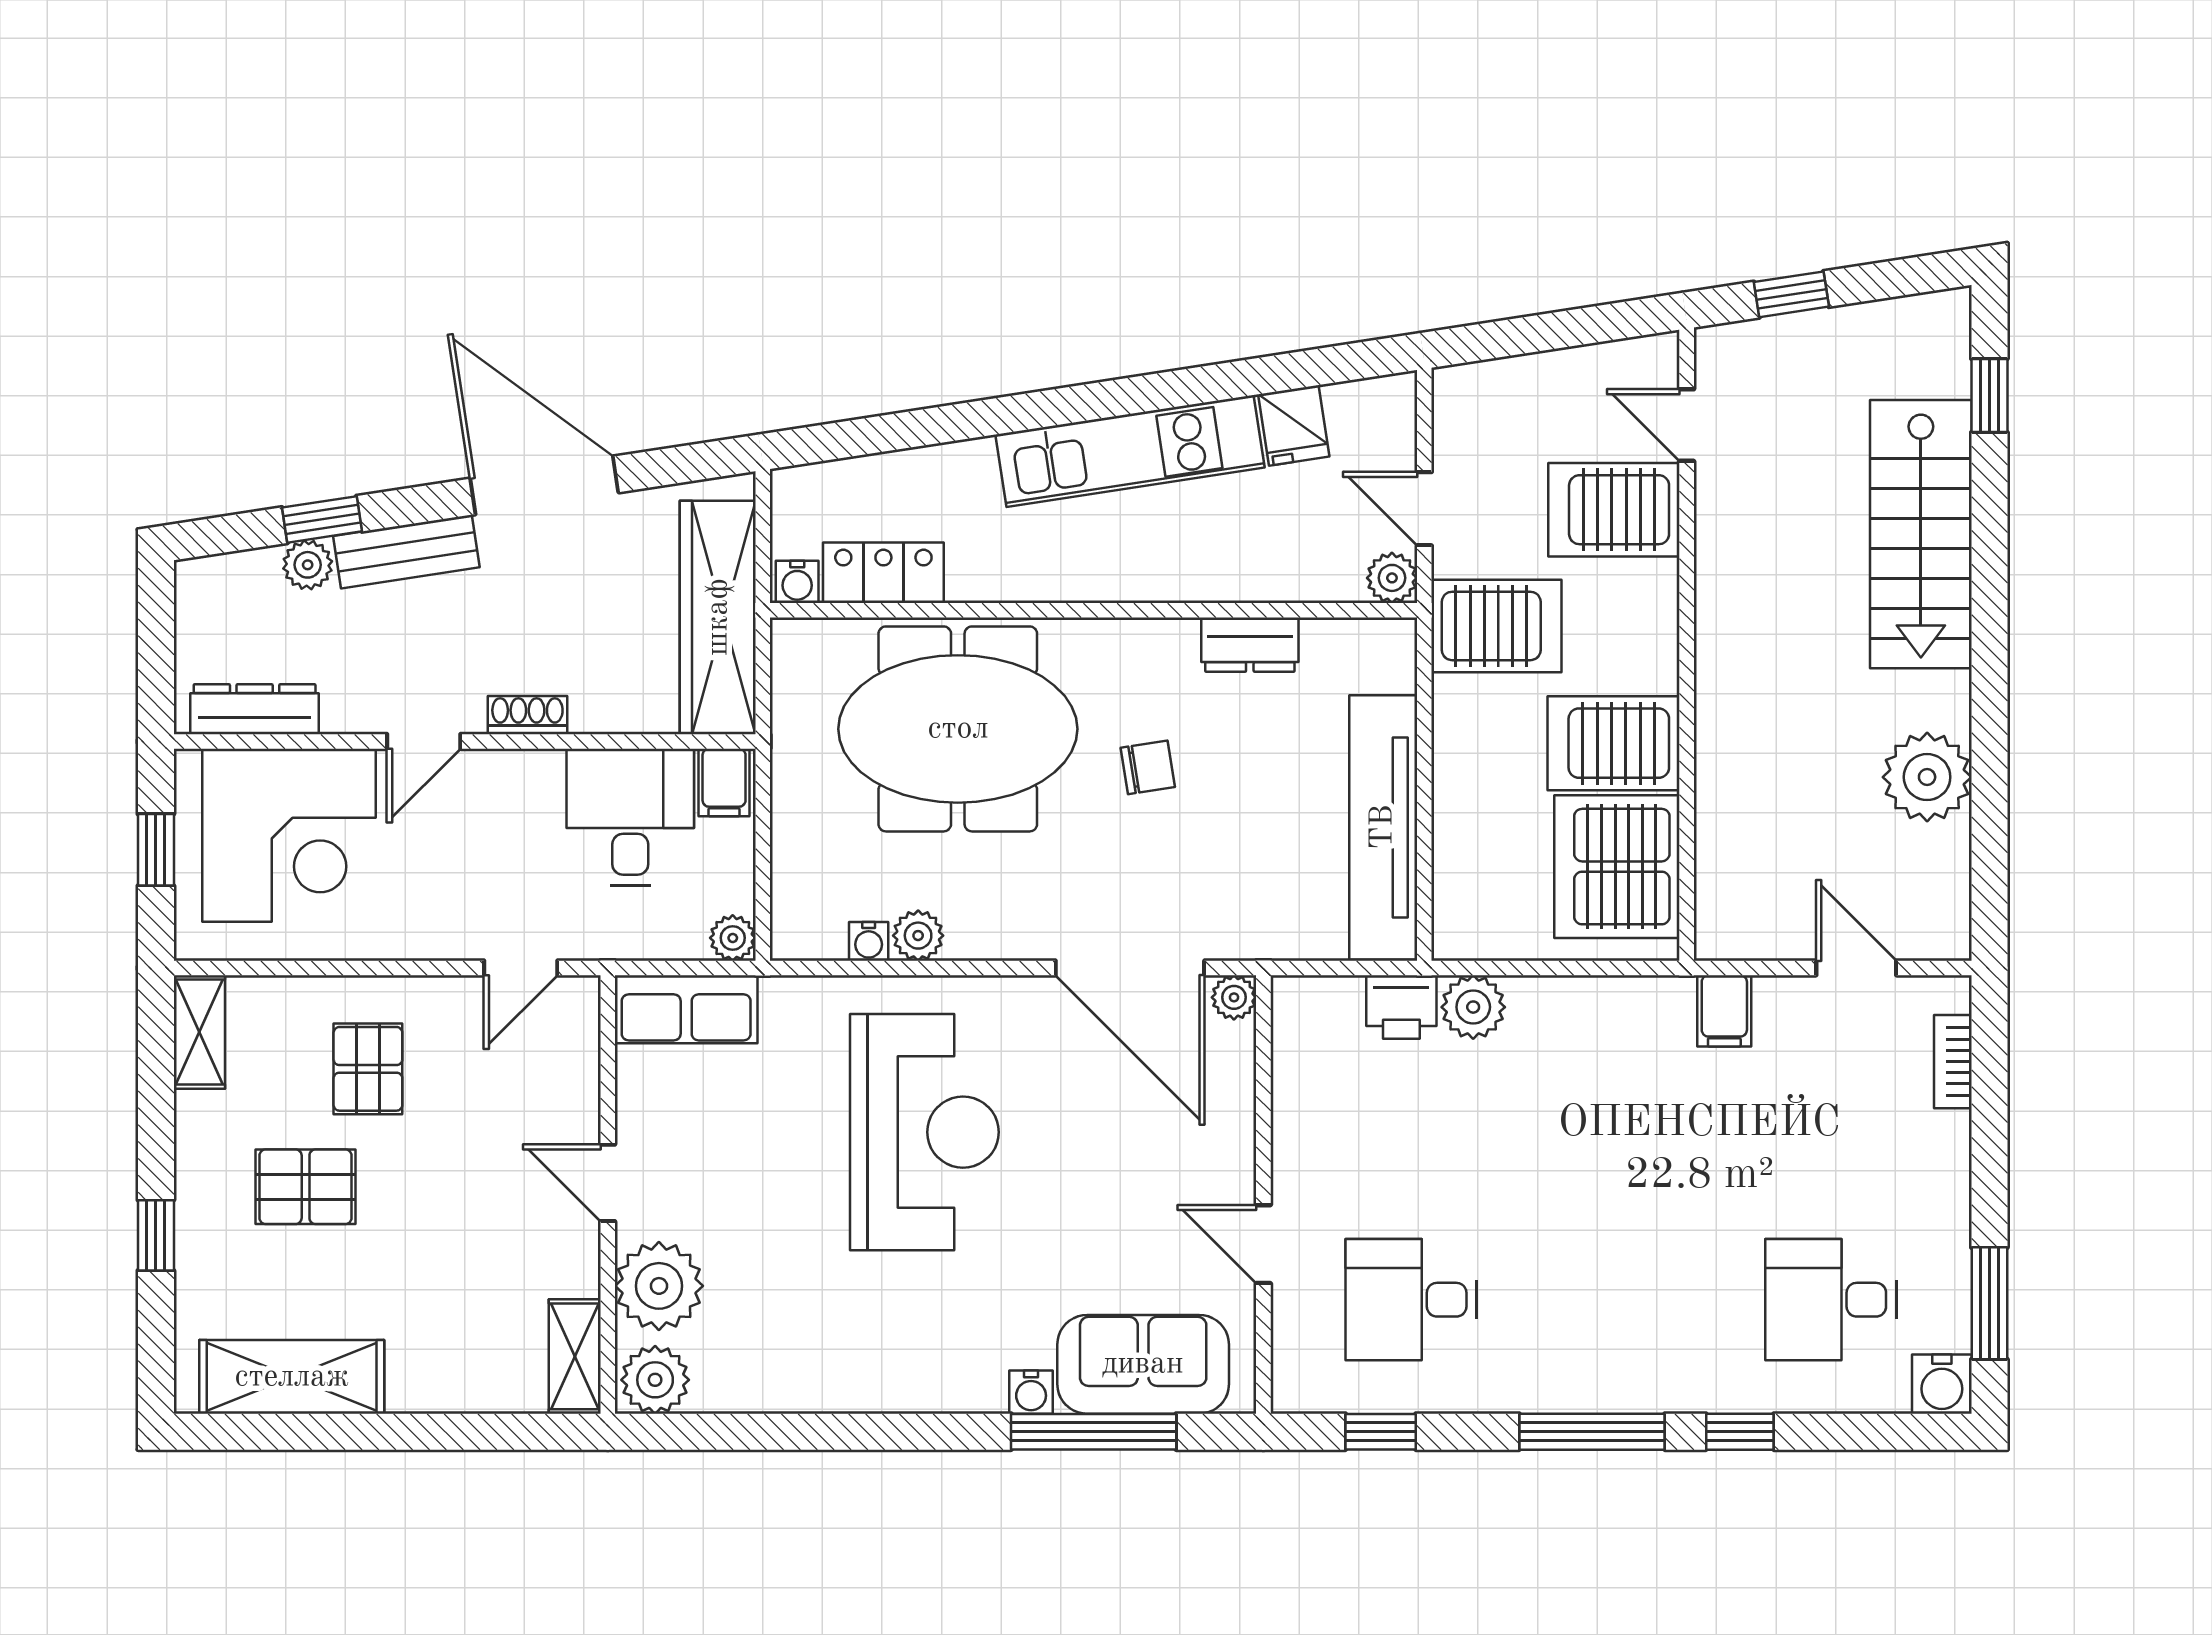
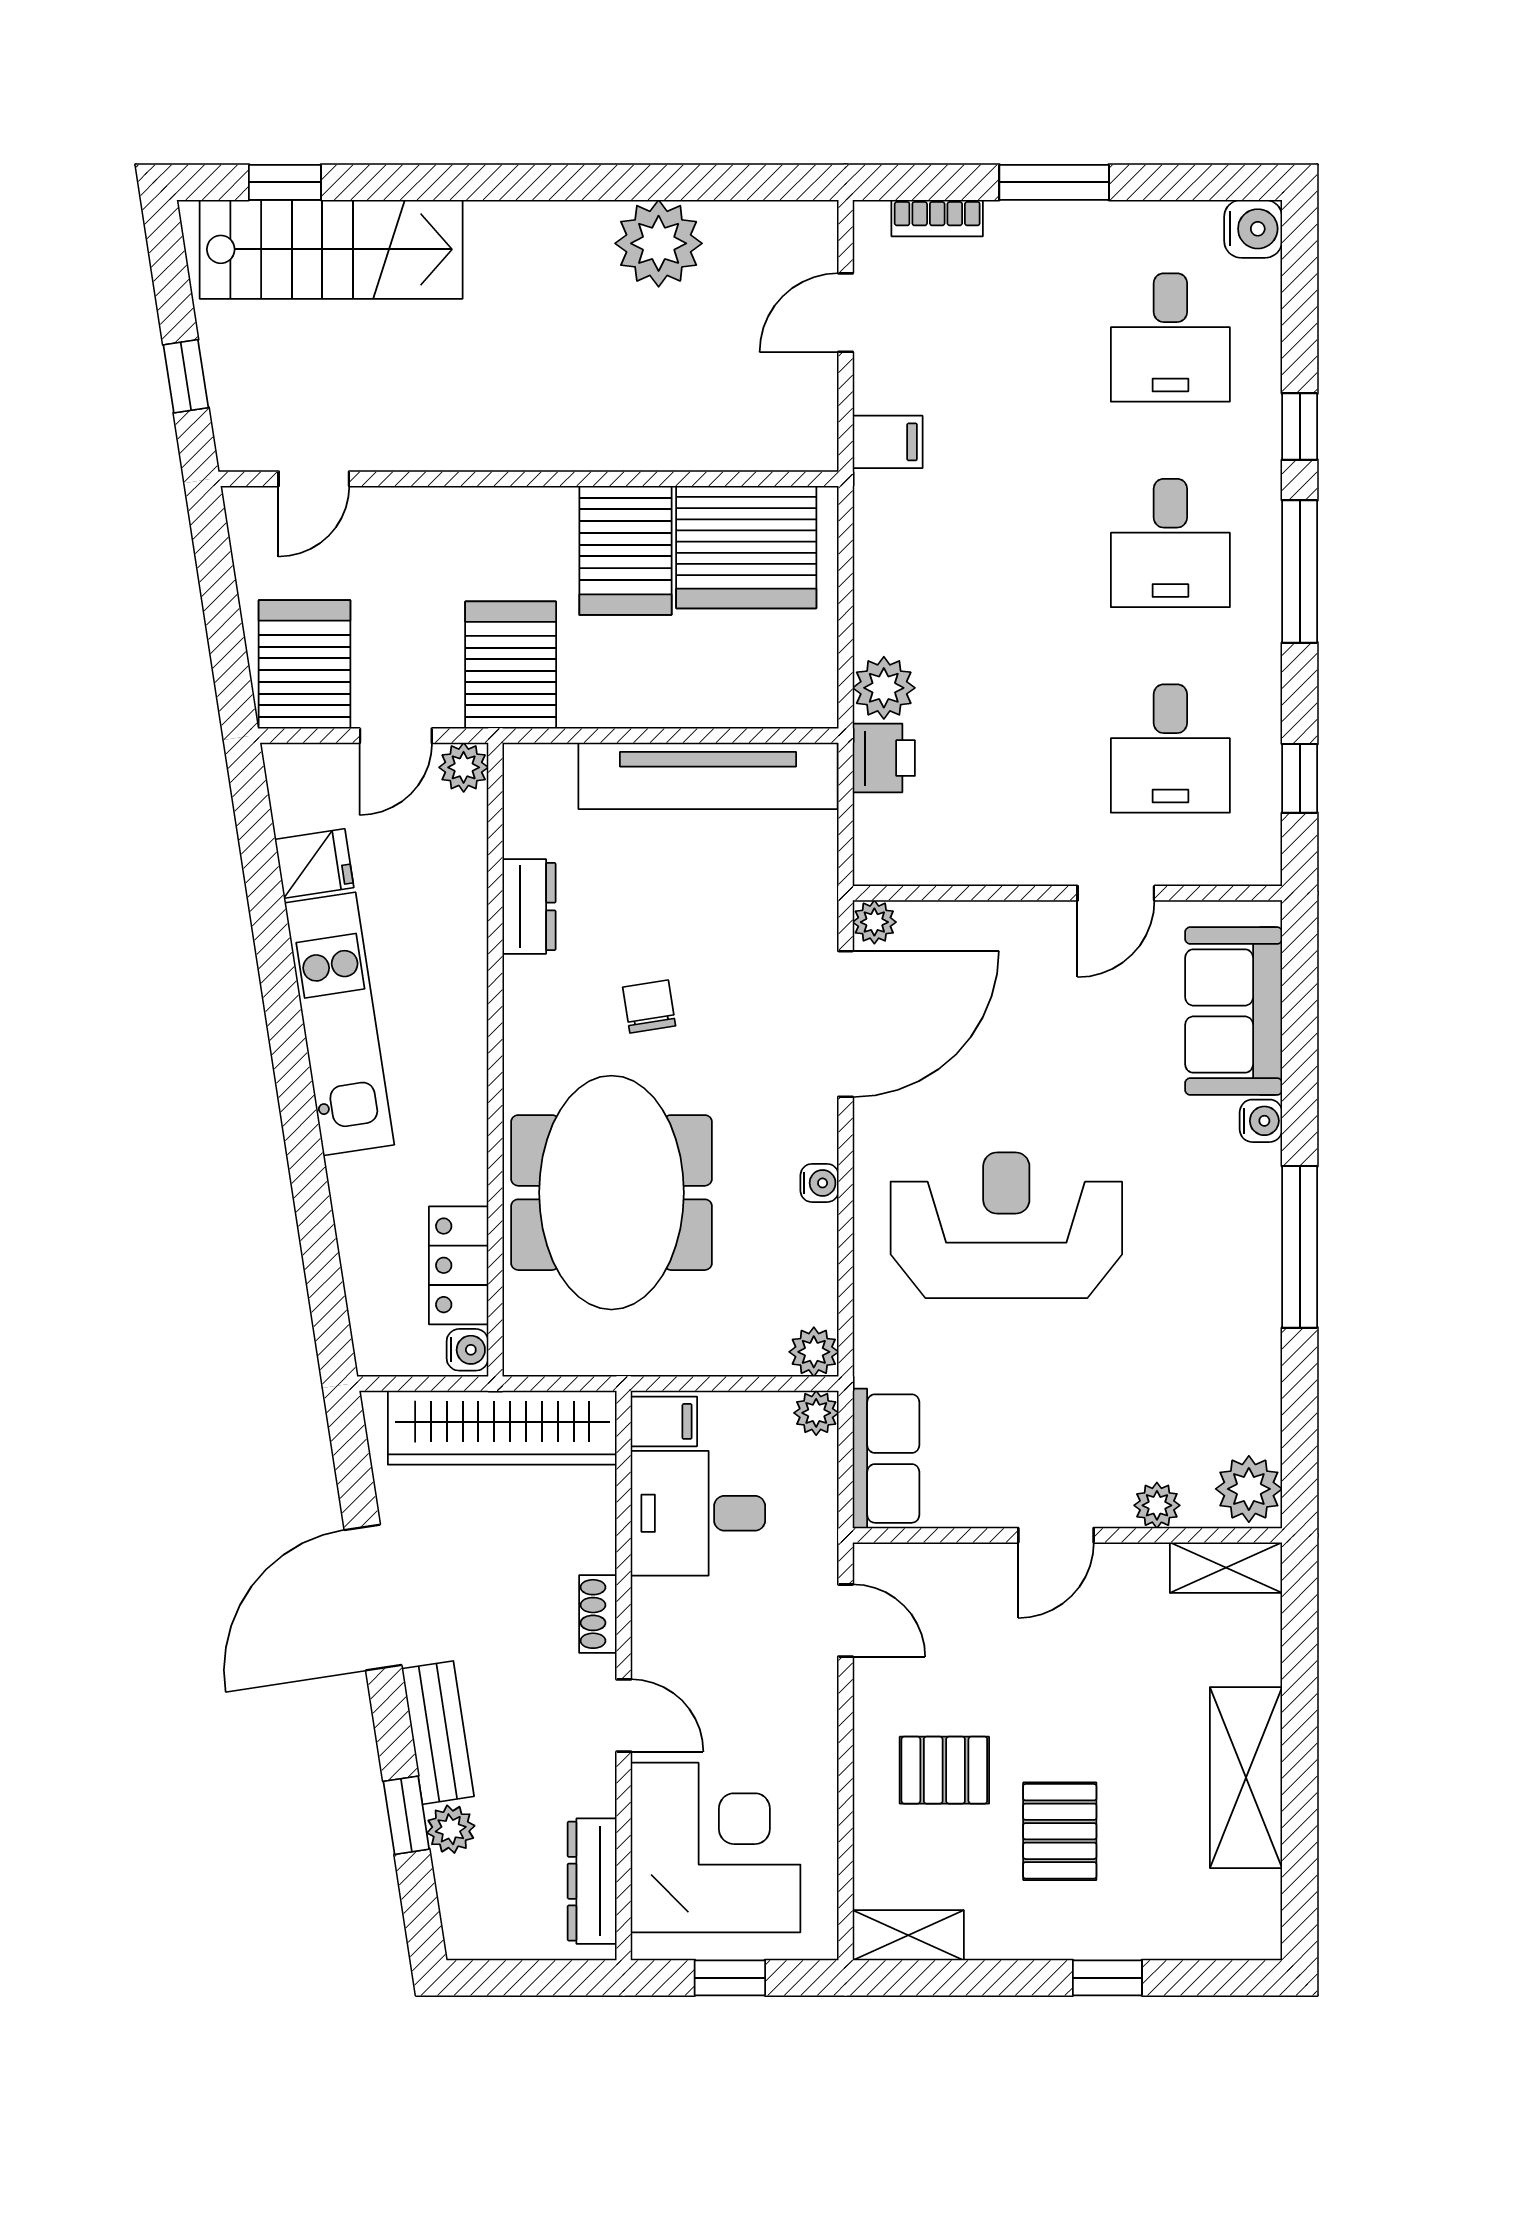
server rack: (1614, 510) -> (304, 664), moved, turned 180
stairs: (1921, 534) -> (331, 249), moved
plant: (918, 936) -> (814, 1352), moved
water cooler: (869, 941) -> (819, 1183), moved
plant: (659, 1286) -> (1157, 1505), width x0.53, depth x0.53
desk: (1621, 1300) -> (1170, 543), added
window: (1989, 1303) -> (1054, 182), moved
shelving: (292, 1377) -> (1246, 1778), moved
window: (1094, 1432) -> (1300, 1247), moved

